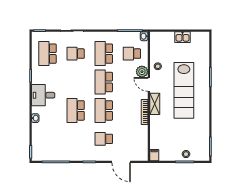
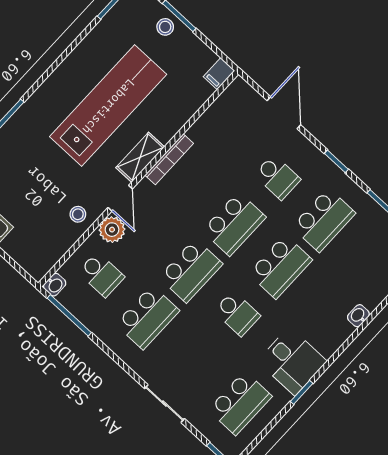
school desk: (76, 54) -> (237, 314), moved
lab bench: (184, 90) -> (108, 106), moved
desk: (43, 95) -> (292, 361), moved
school desk: (76, 139) -> (324, 220), added

